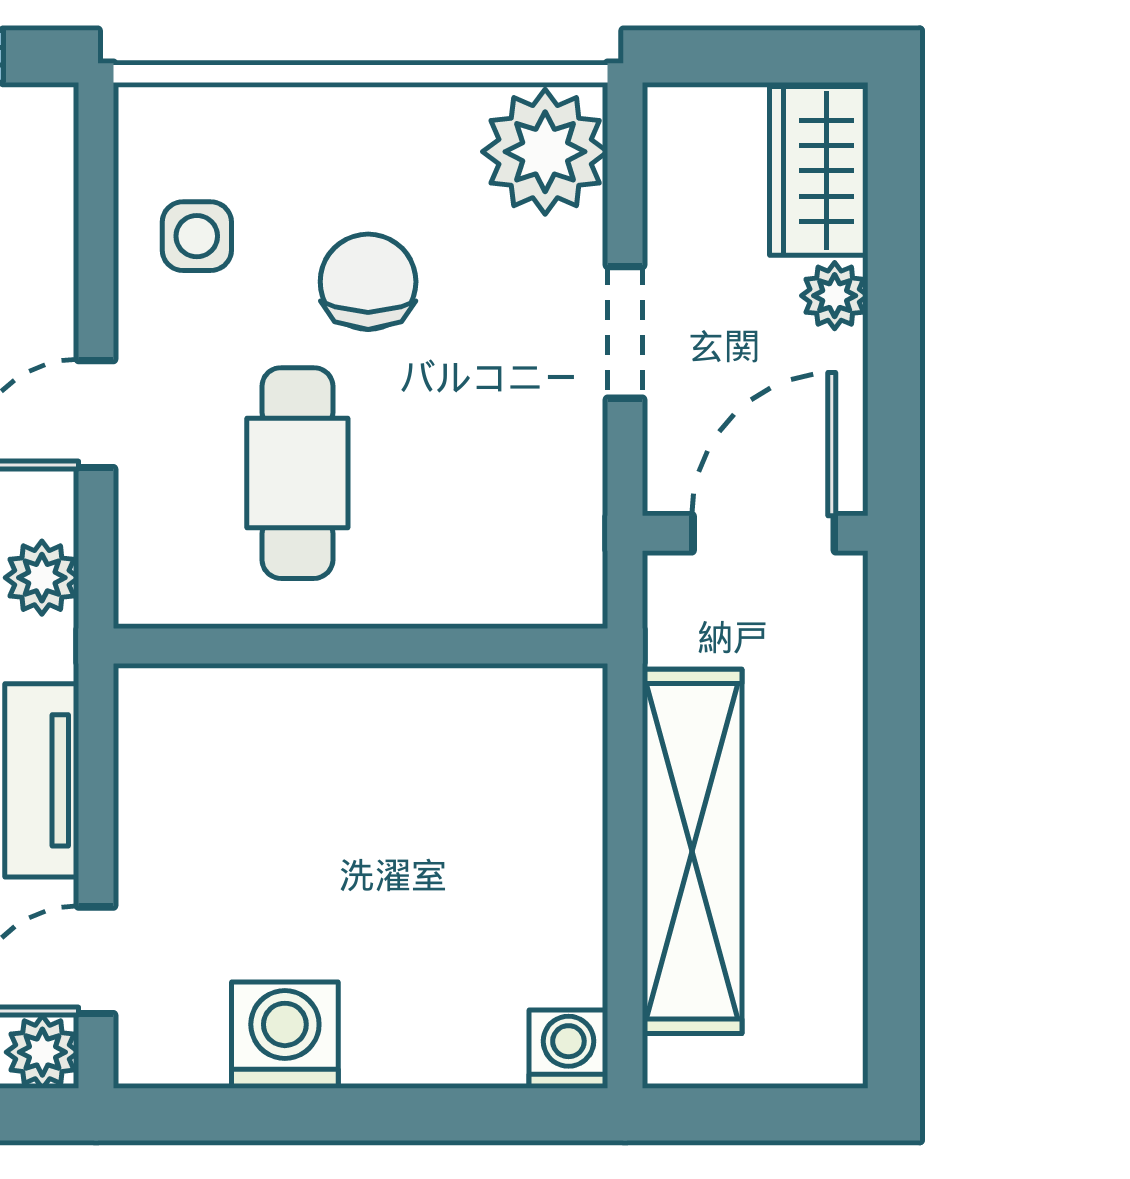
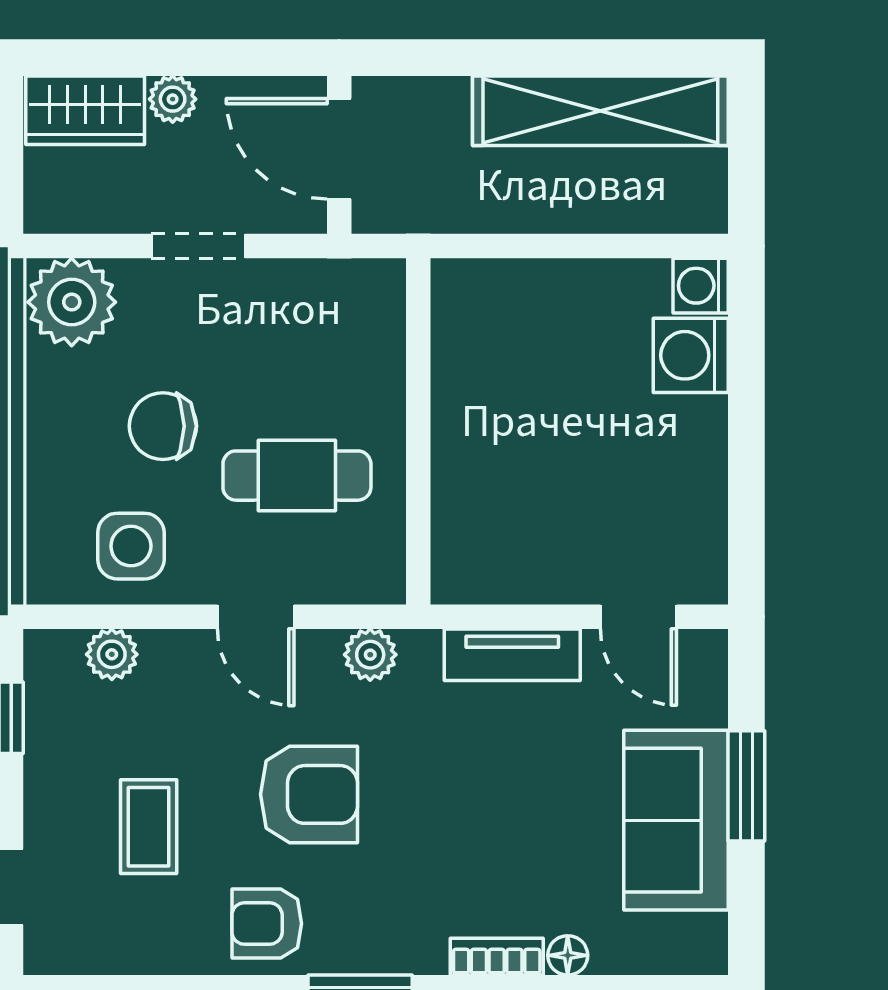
side table: (197, 236) -> (131, 546), width x1.37, depth x1.37
shelving: (692, 851) -> (600, 111), moved
washing machine: (285, 1035) -> (691, 355), moved
plant: (42, 1052) -> (112, 654), moved

